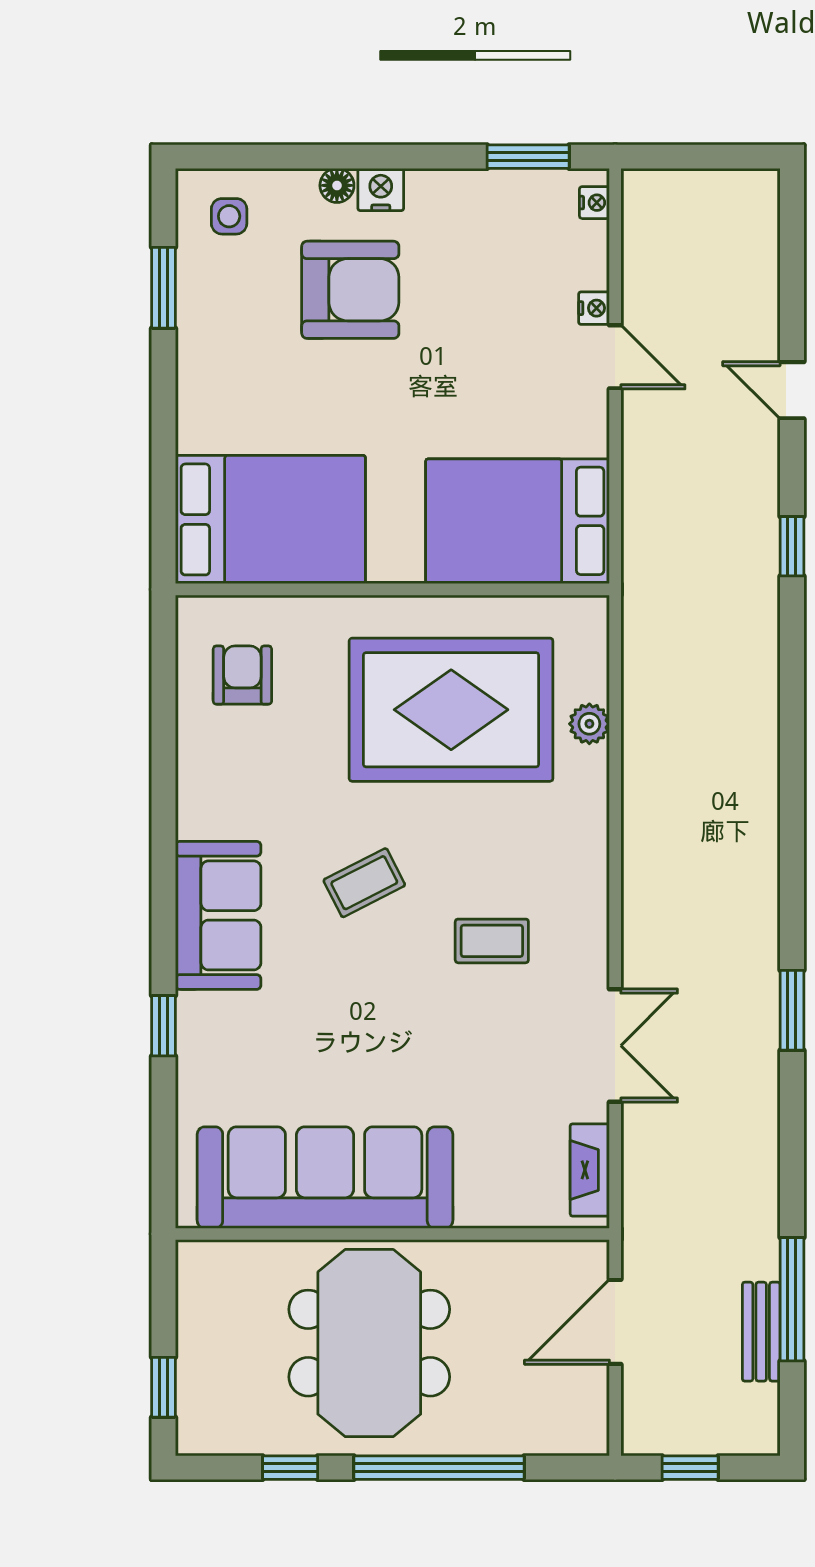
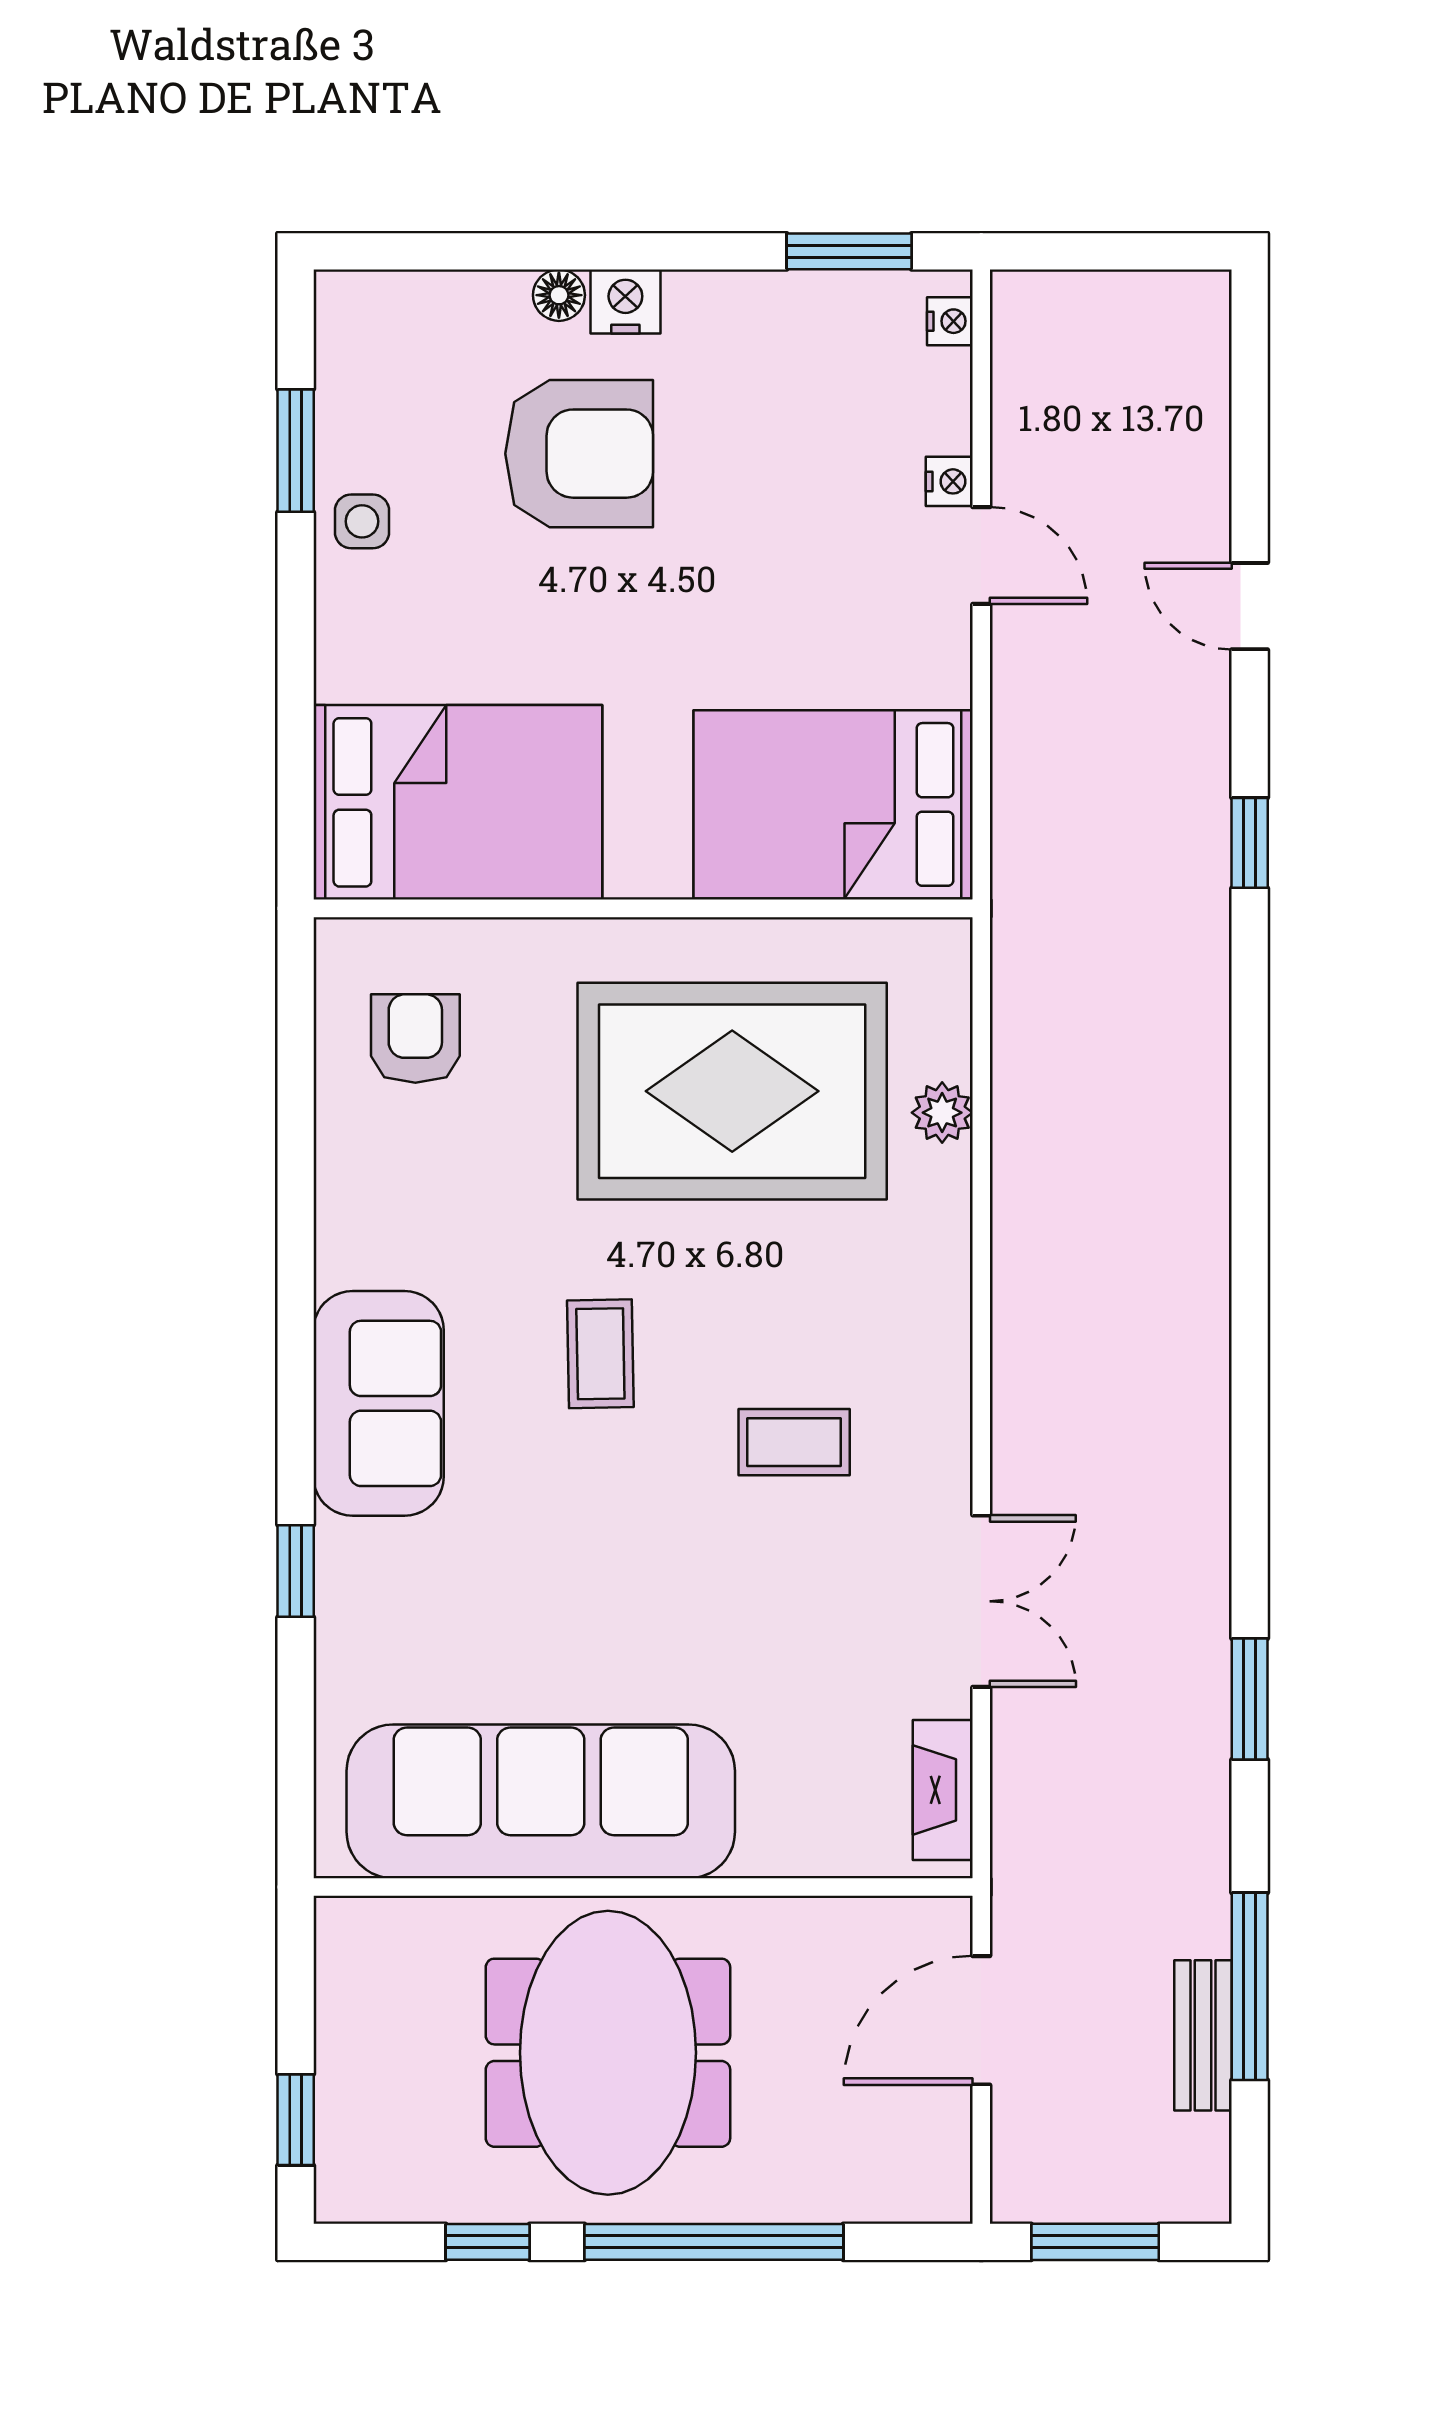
side table: (229, 216) -> (362, 521), moved
coffee table: (364, 883) -> (600, 1354), turned -64
window: (792, 1010) -> (1250, 1699), moved
window: (690, 1468) -> (1095, 2242), width x1.50

